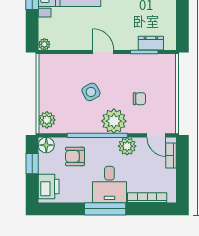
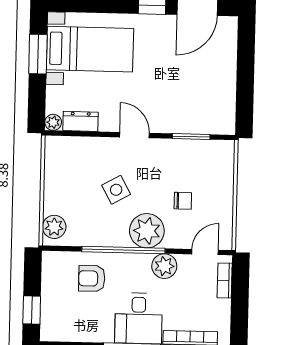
dresser: (151, 43) -> (81, 121), moved
door: (156, 135) -> (205, 252), swing flipped
floor lamp: (46, 145) -> (52, 262), removed
window: (32, 164) -> (32, 310), moved
printer: (49, 187) -> (54, 319), removed

